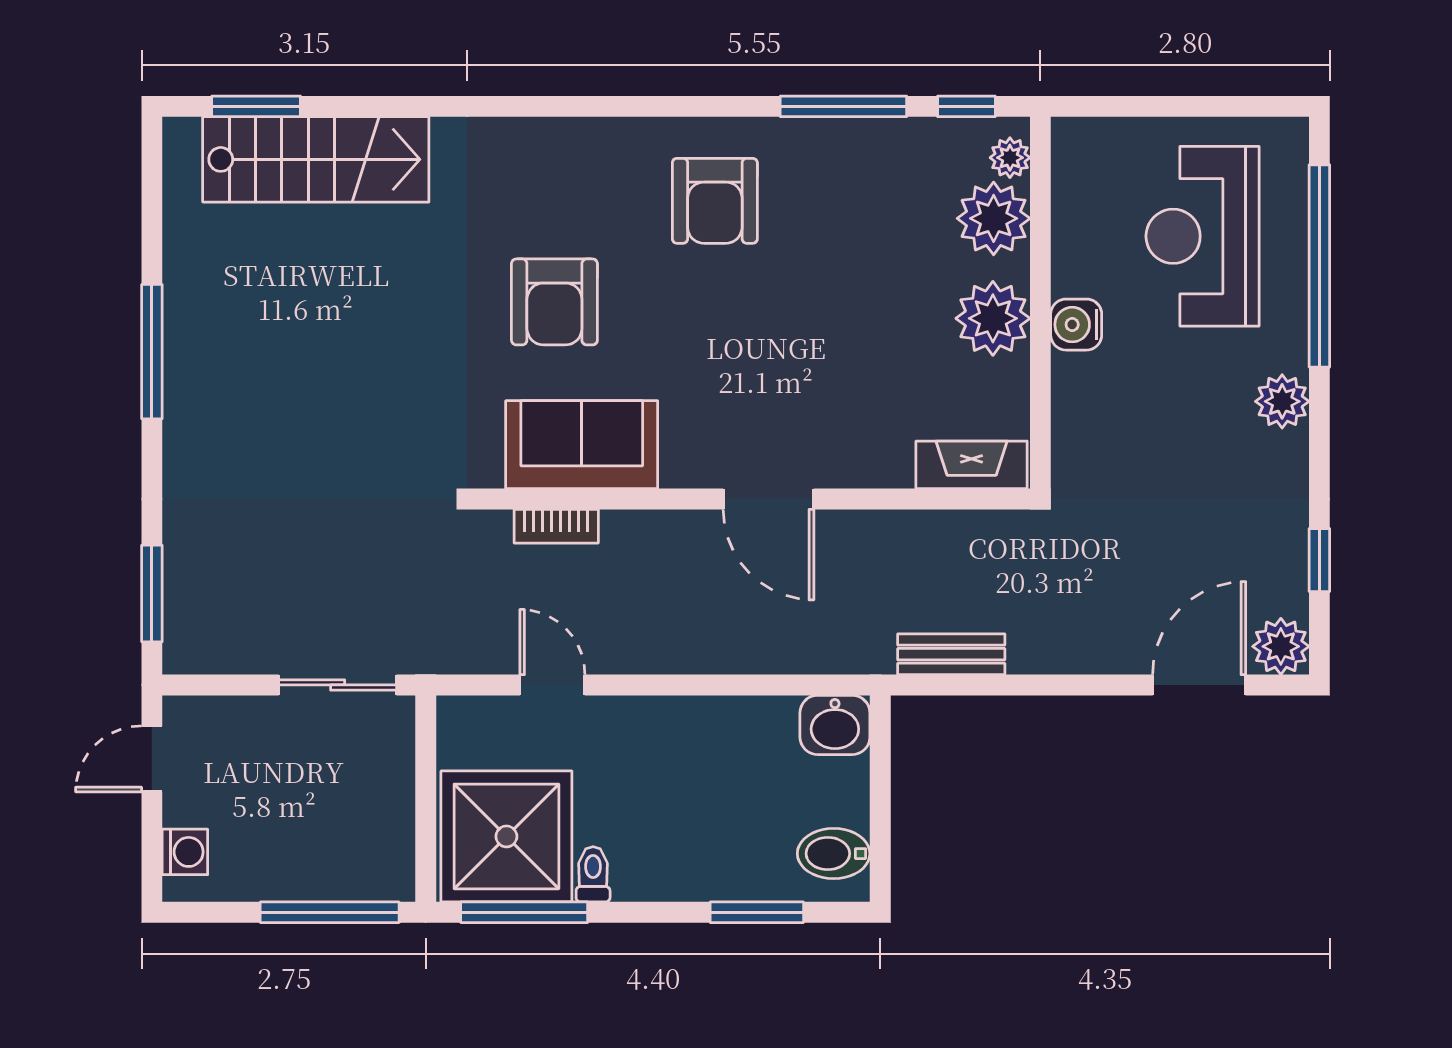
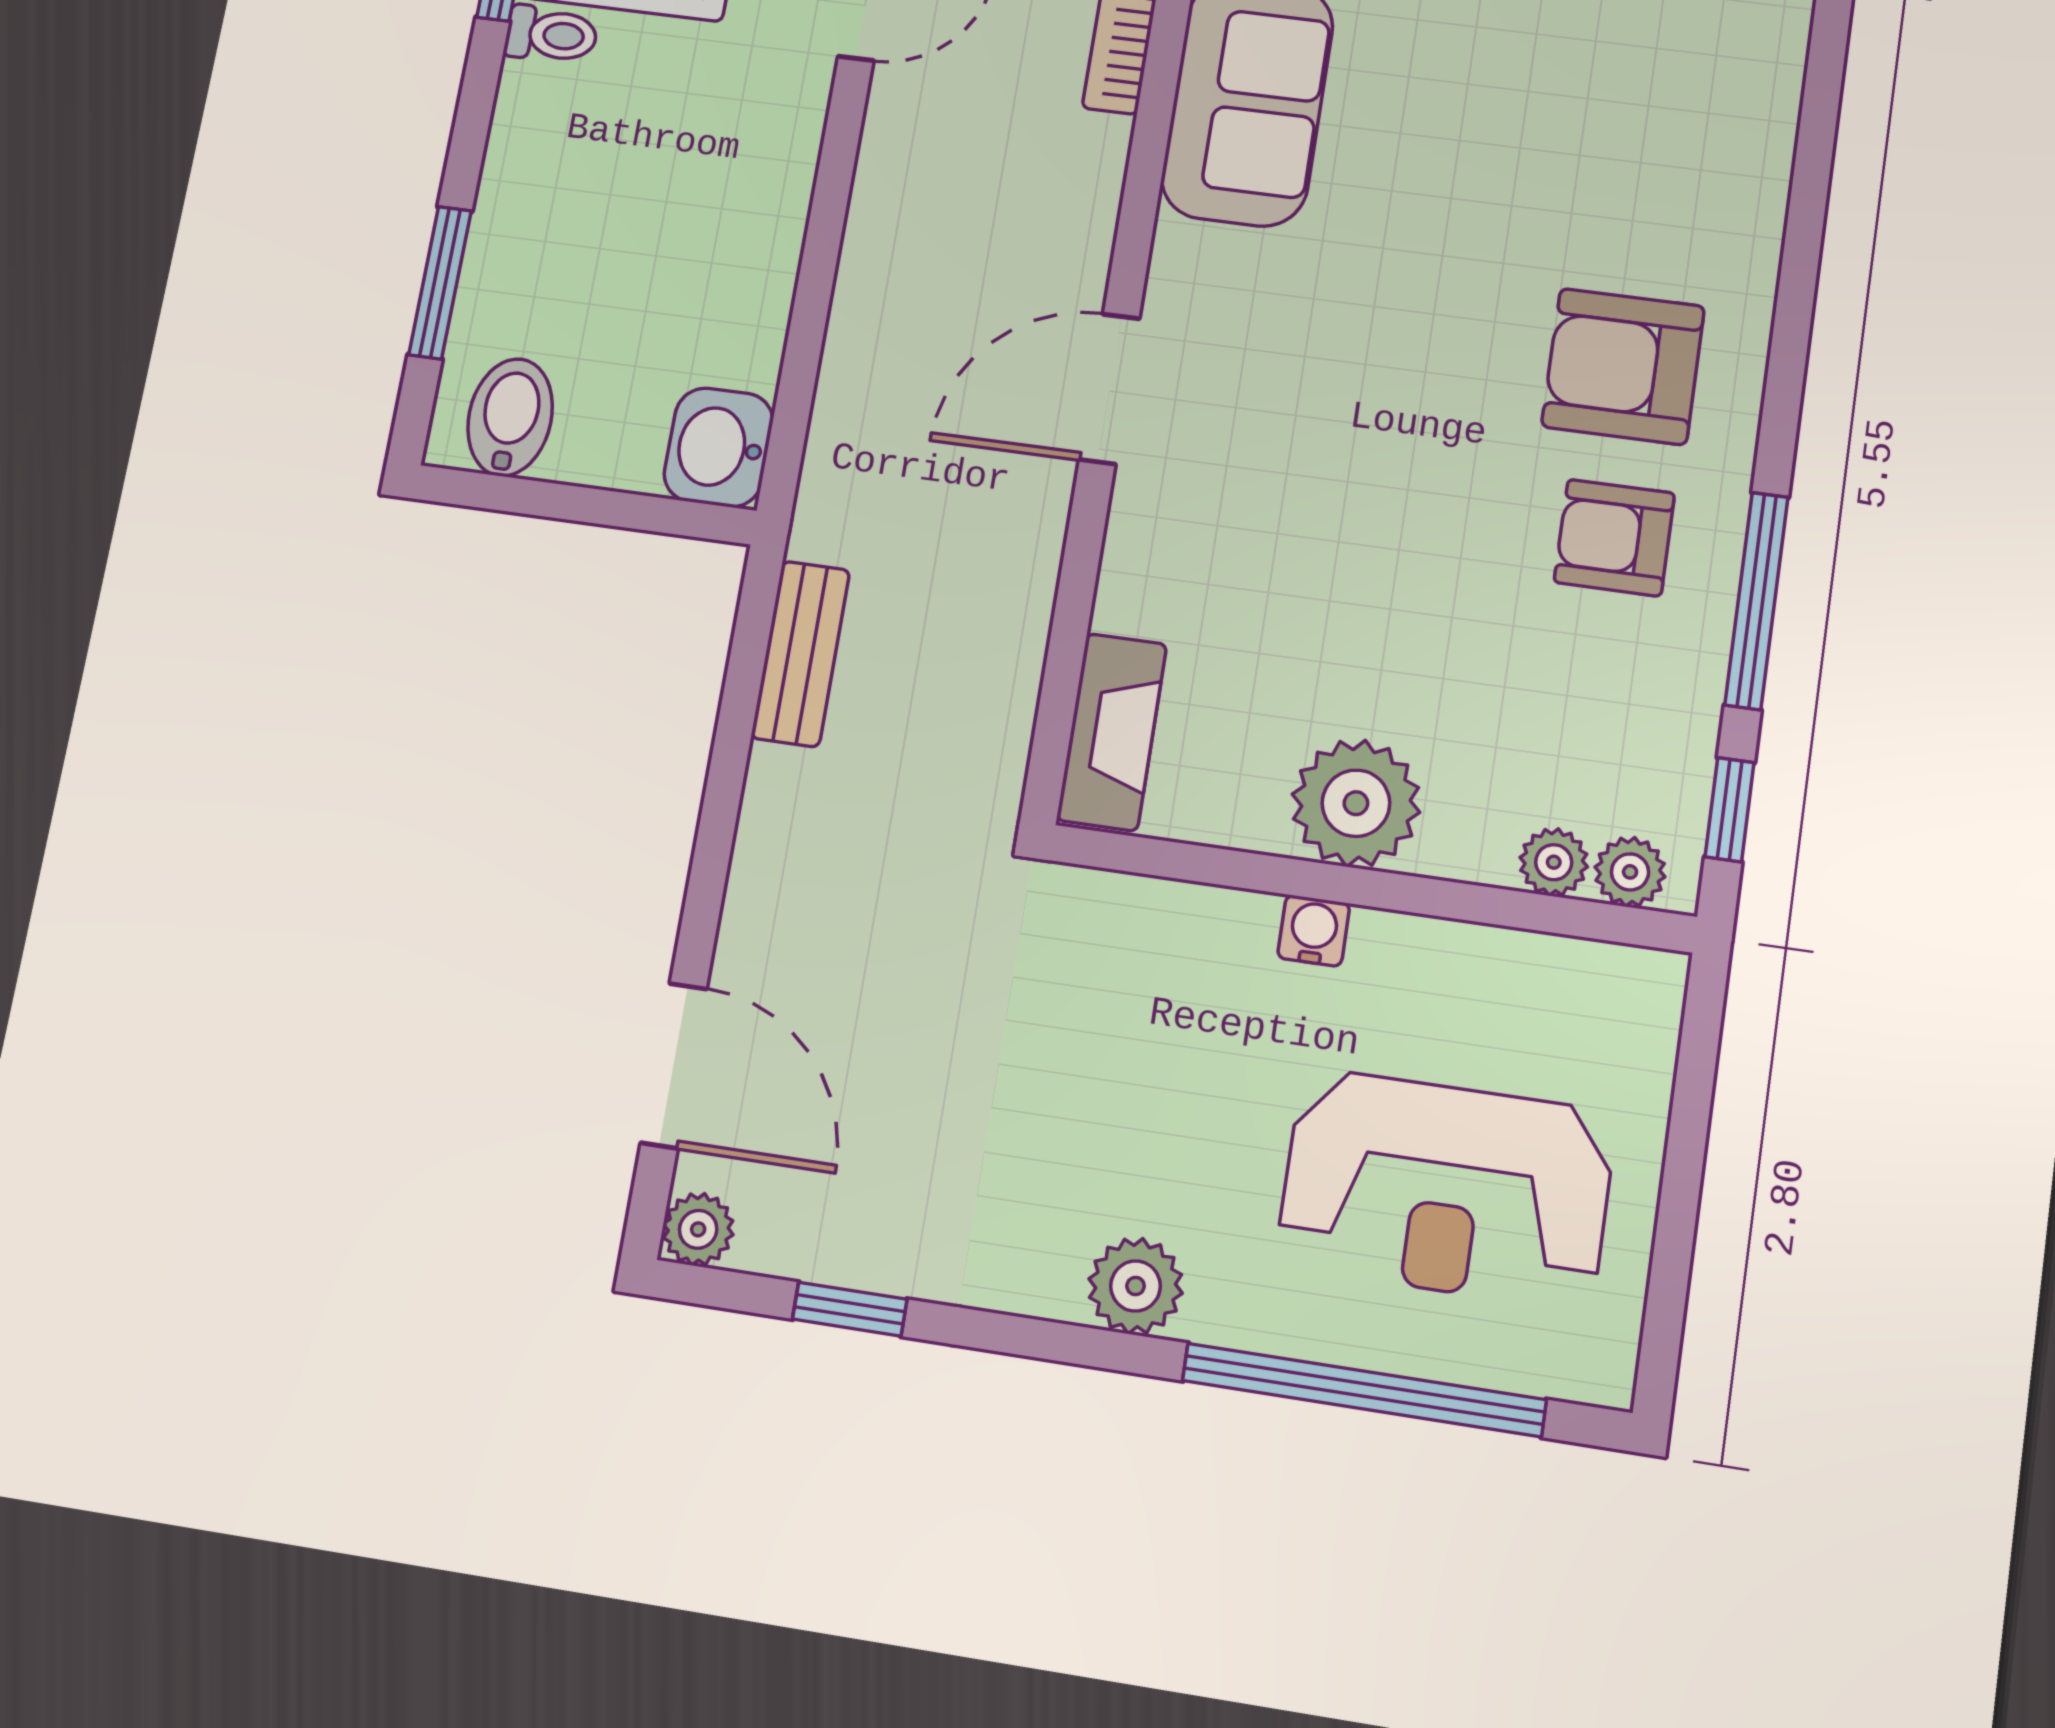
plant: (994, 218) -> (1554, 862), width x0.53, depth x0.53
reception desk: (1203, 236) -> (1446, 1189), turned 180
armchair: (554, 302) -> (1614, 538), moved, width x0.72, depth x0.72
water cooler: (1076, 325) -> (1314, 931), width x0.72, depth x0.72
plant: (1281, 646) -> (698, 1229), width x0.73, depth x0.73

